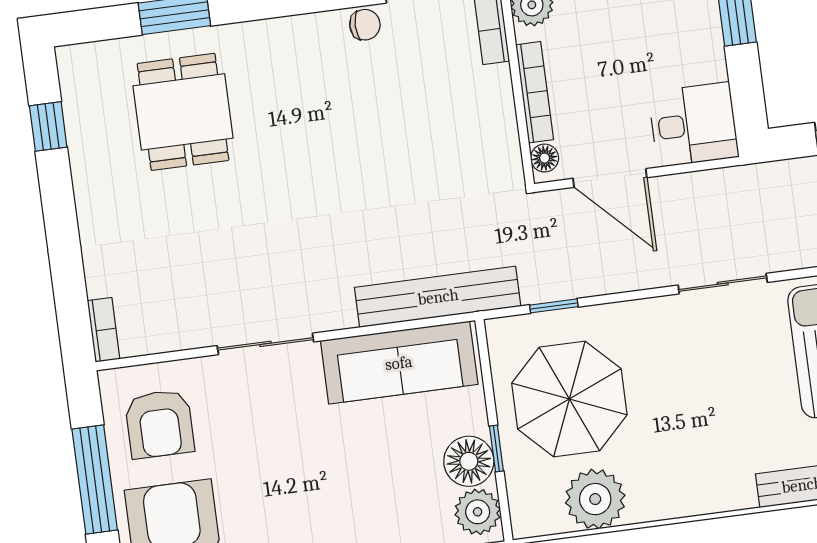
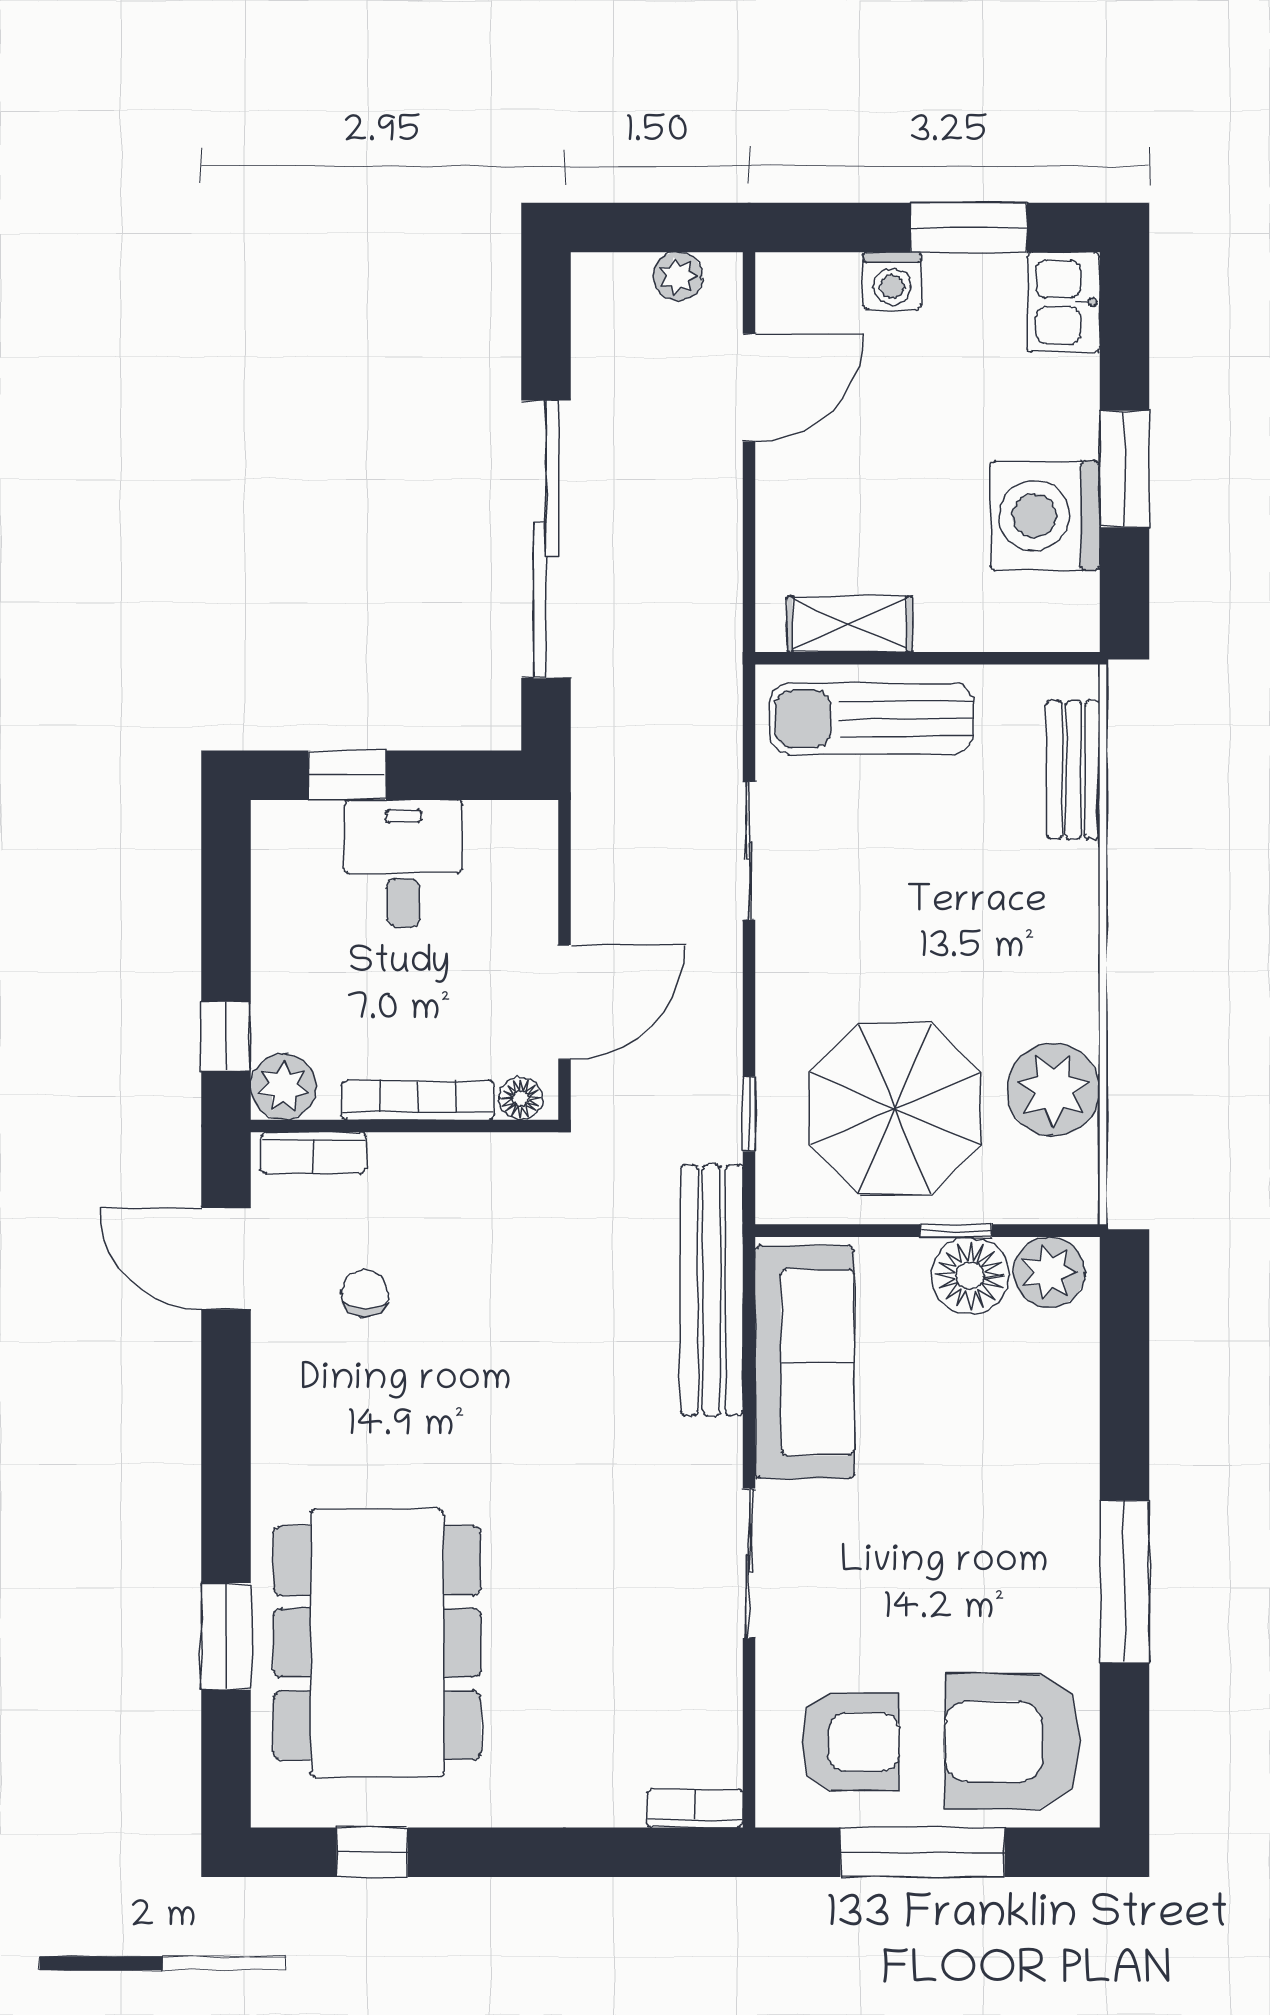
chair: (365, 25) -> (365, 1293), moved
dining table: (183, 112) -> (377, 1643), width x1.88, depth x1.24
desk: (694, 124) -> (403, 863), moved

